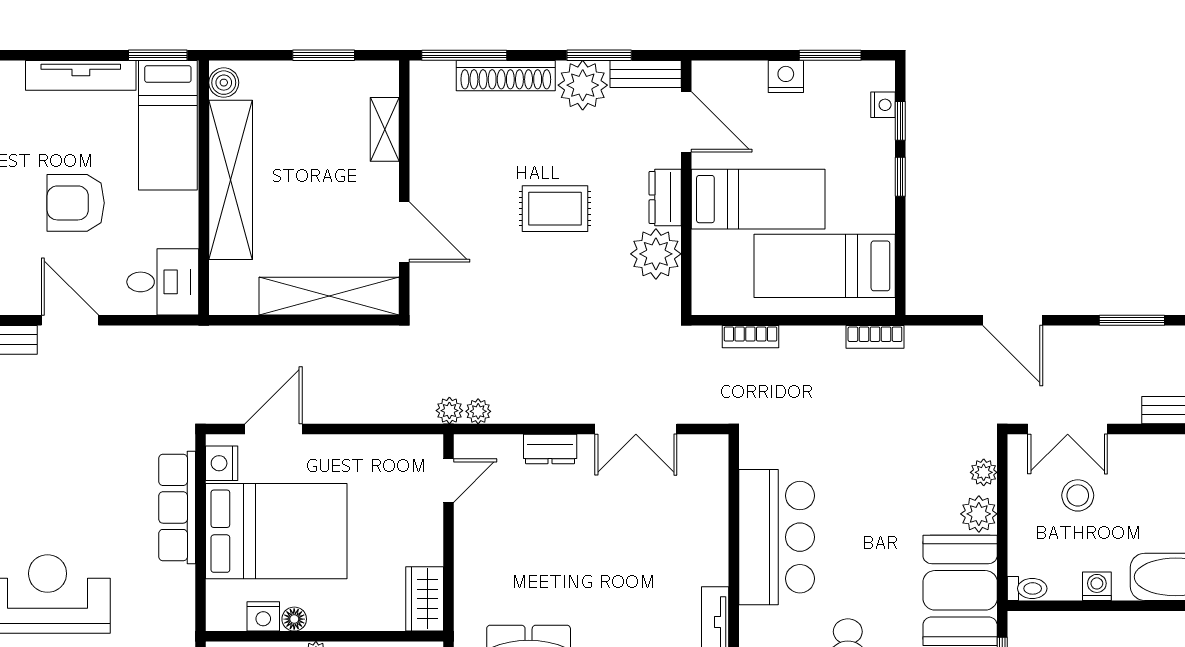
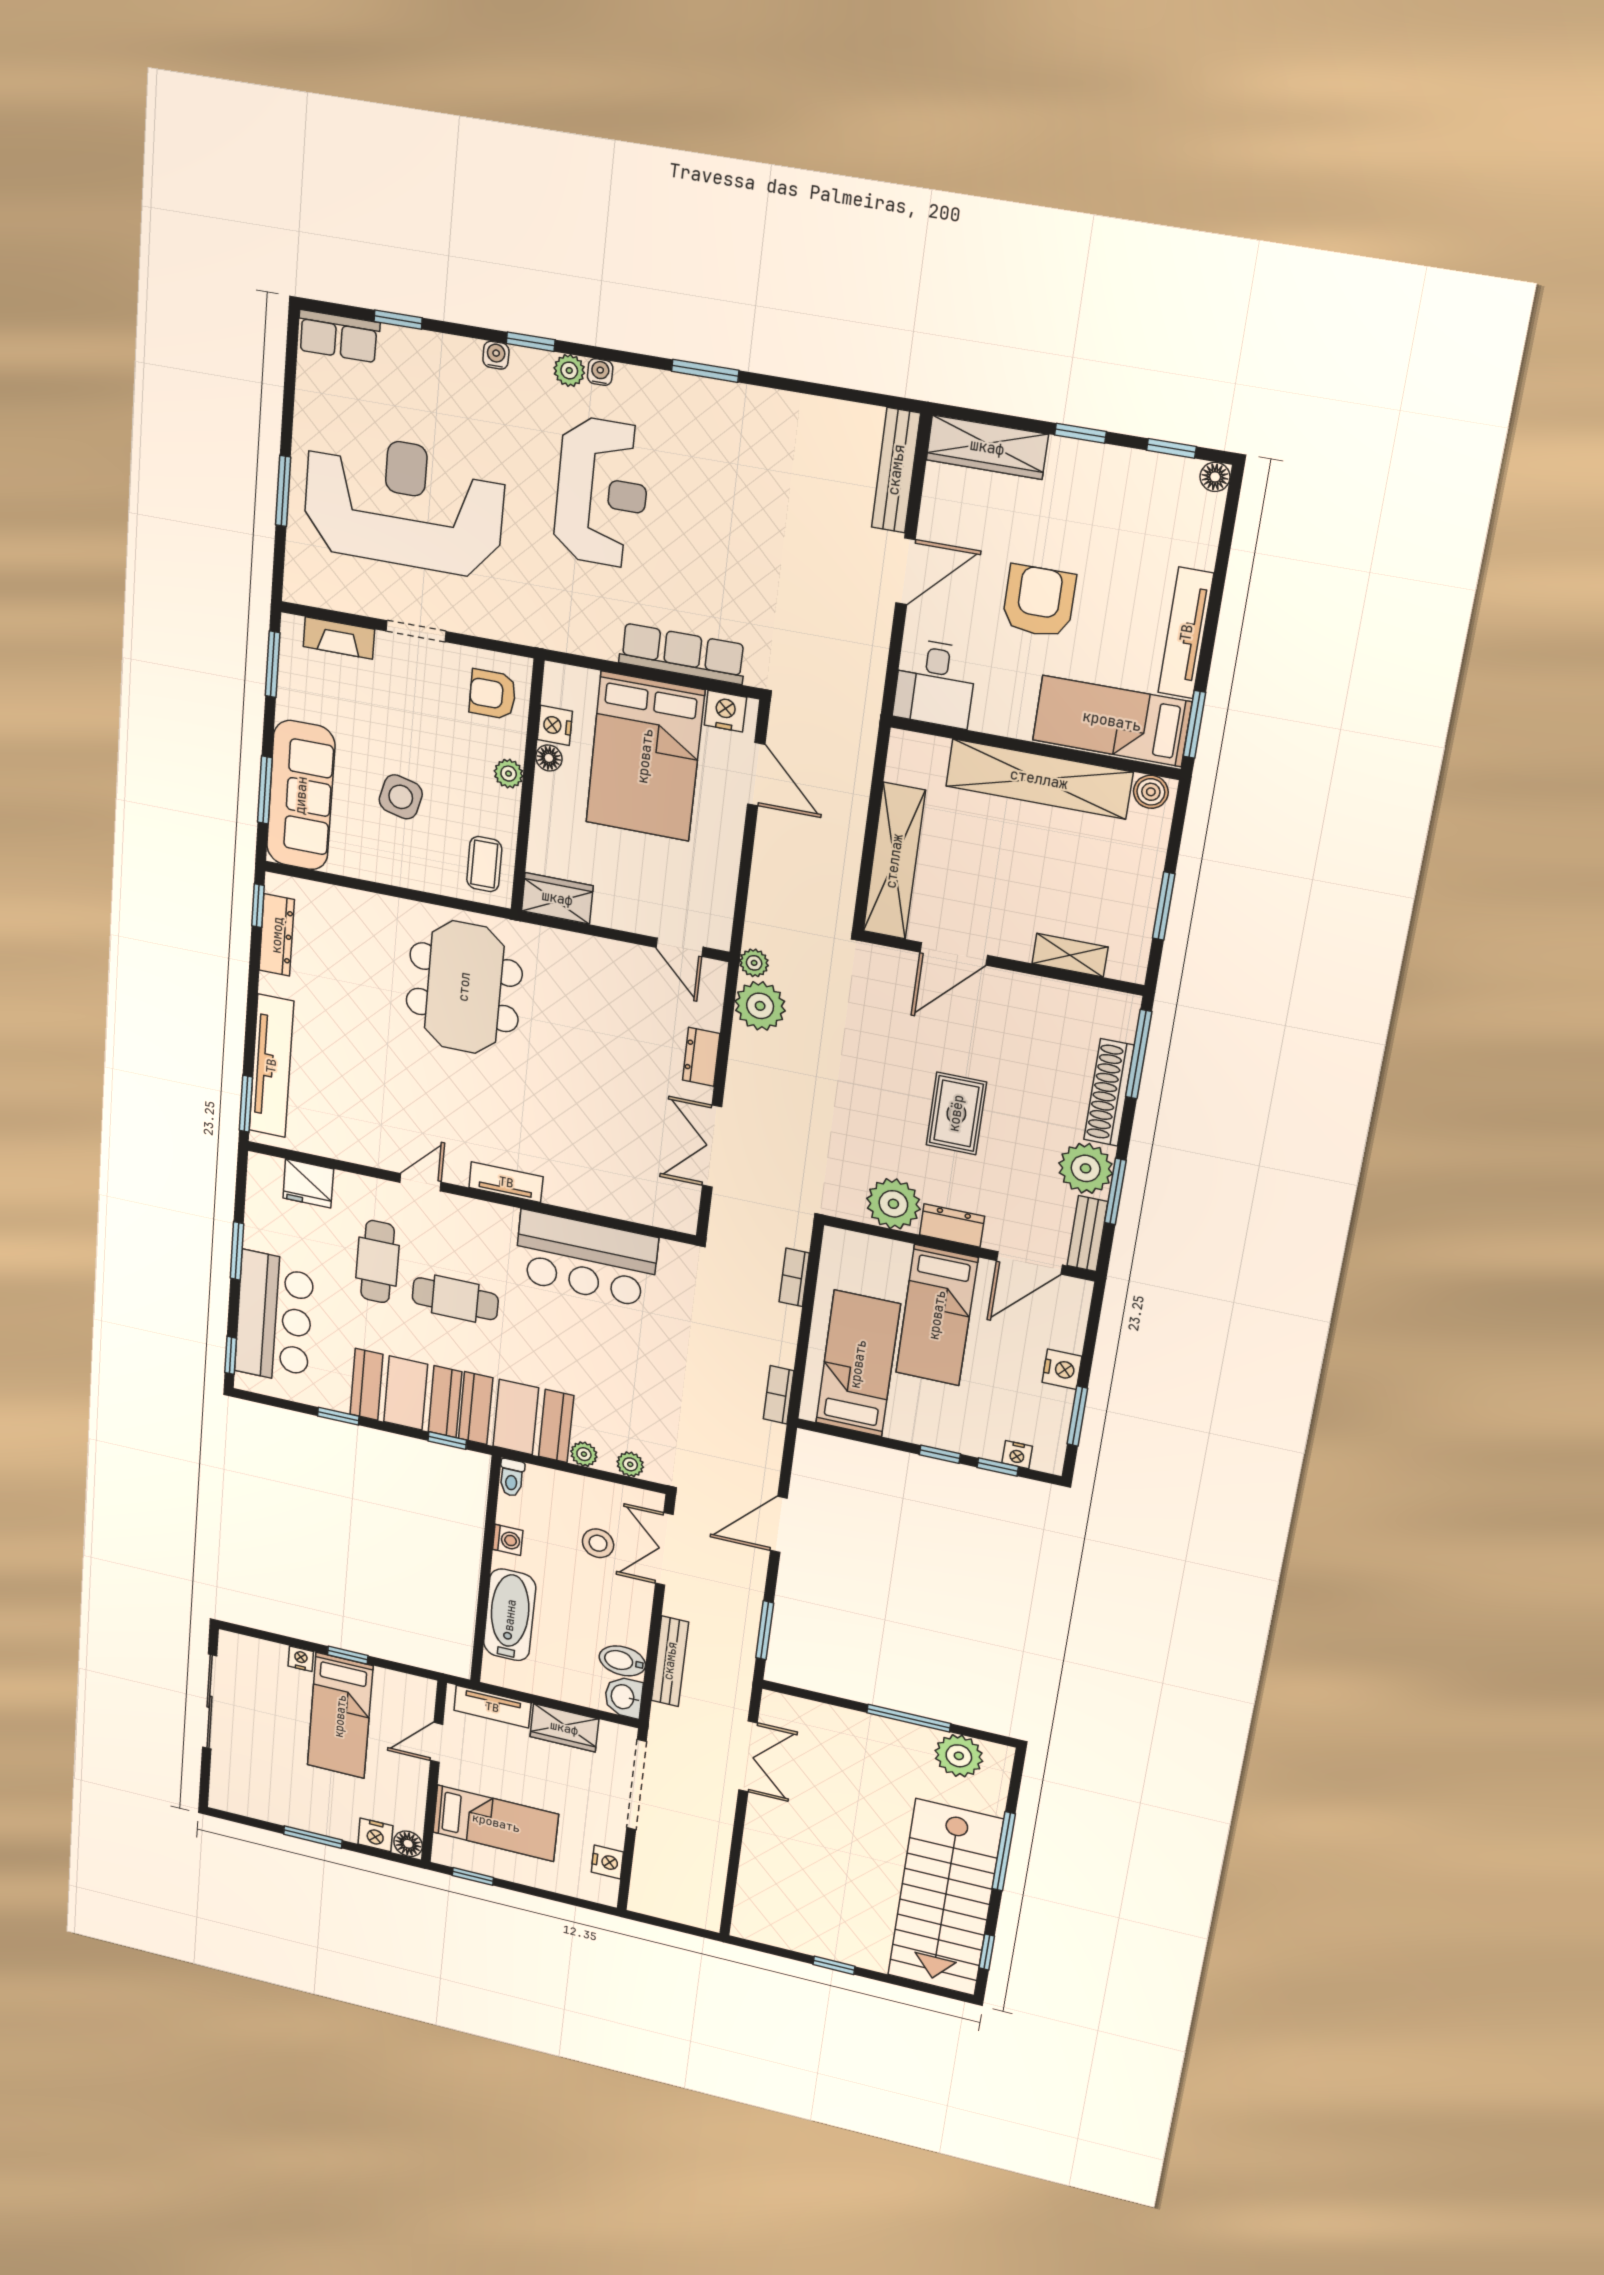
plant: (478, 411) -> (760, 1006), width x1.88, depth x1.88
plant: (979, 514) -> (584, 1454), width x0.73, depth x0.73

